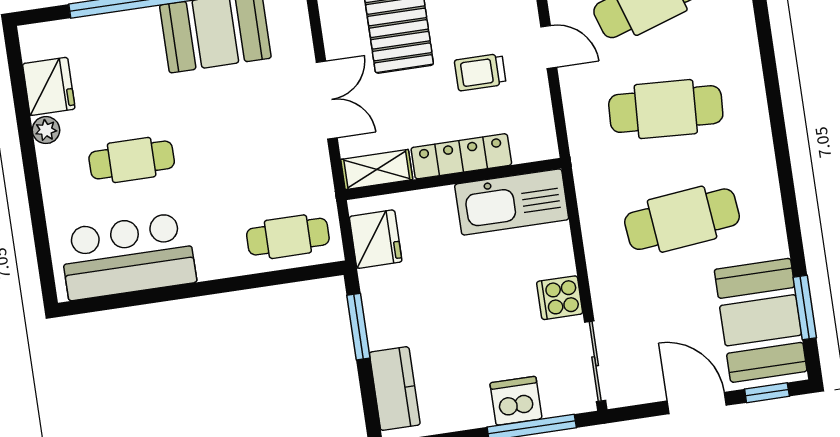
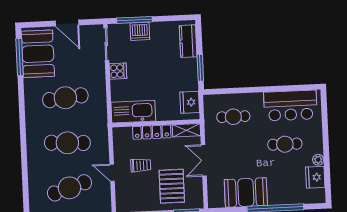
cafe table: (288, 237) -> (233, 117), moved
window: (805, 308) -> (20, 57), width x1.44
window: (767, 393) -> (38, 24), removed

